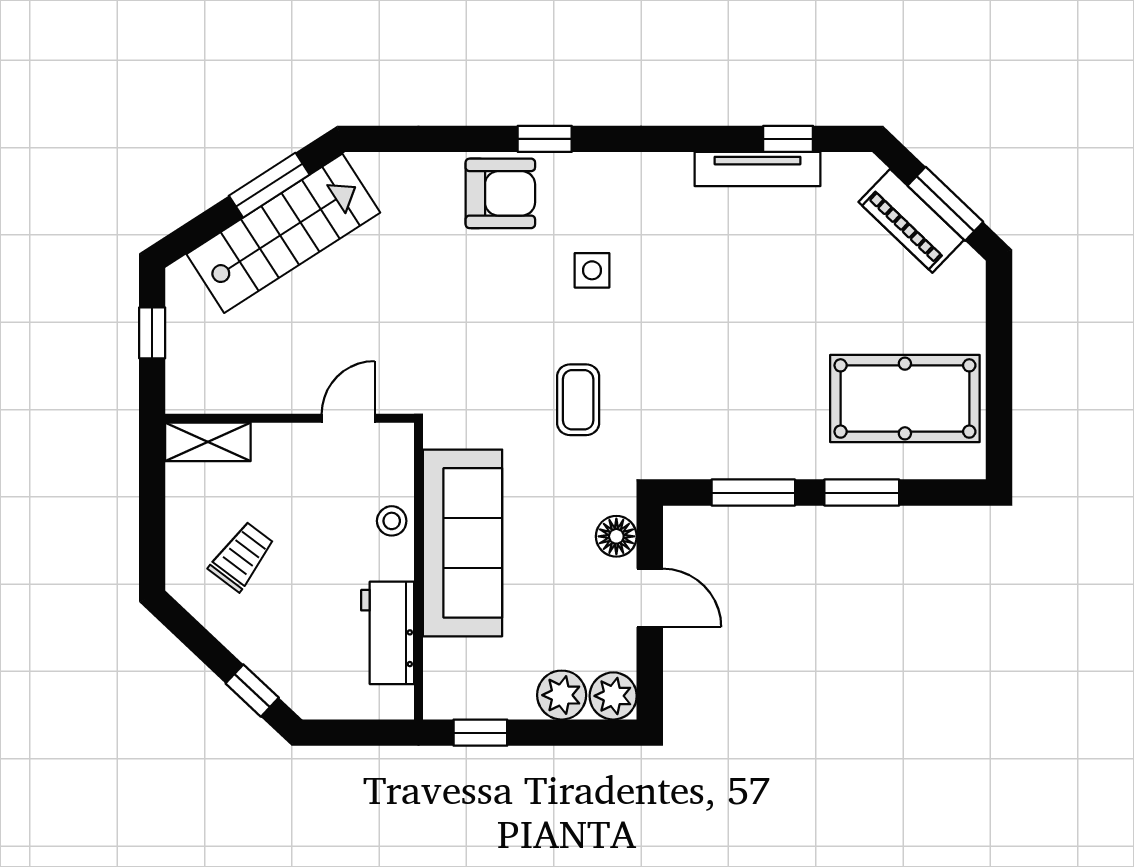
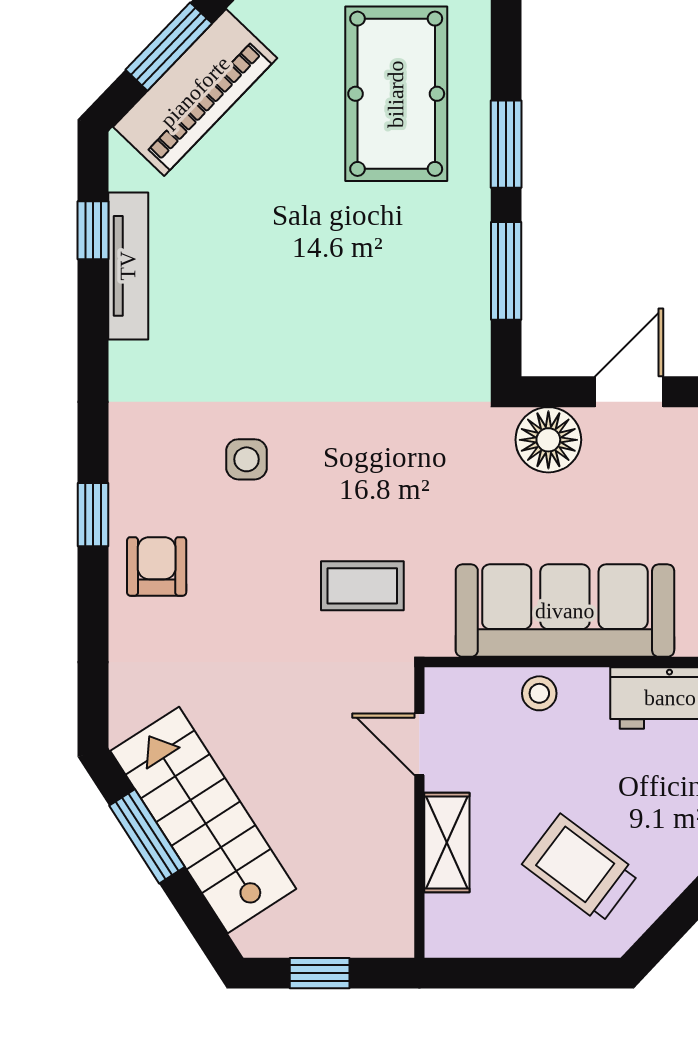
armchair: (500, 193) -> (157, 566), width x0.72, depth x0.72
piano: (911, 221) -> (195, 92), width x1.37, depth x1.33
coffee table: (578, 400) -> (362, 586), moved
shelving: (208, 442) -> (447, 843), moved
floor lamp: (616, 536) -> (548, 440), width x1.38, depth x1.38
trolley: (242, 556) -> (581, 869), width x1.36, depth x1.39

